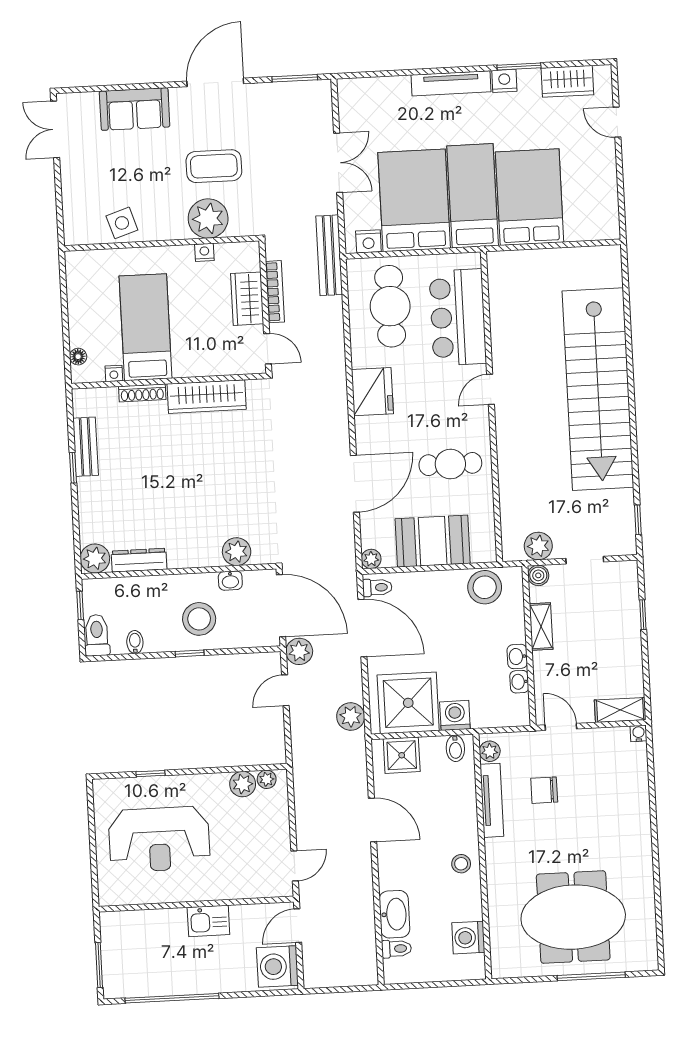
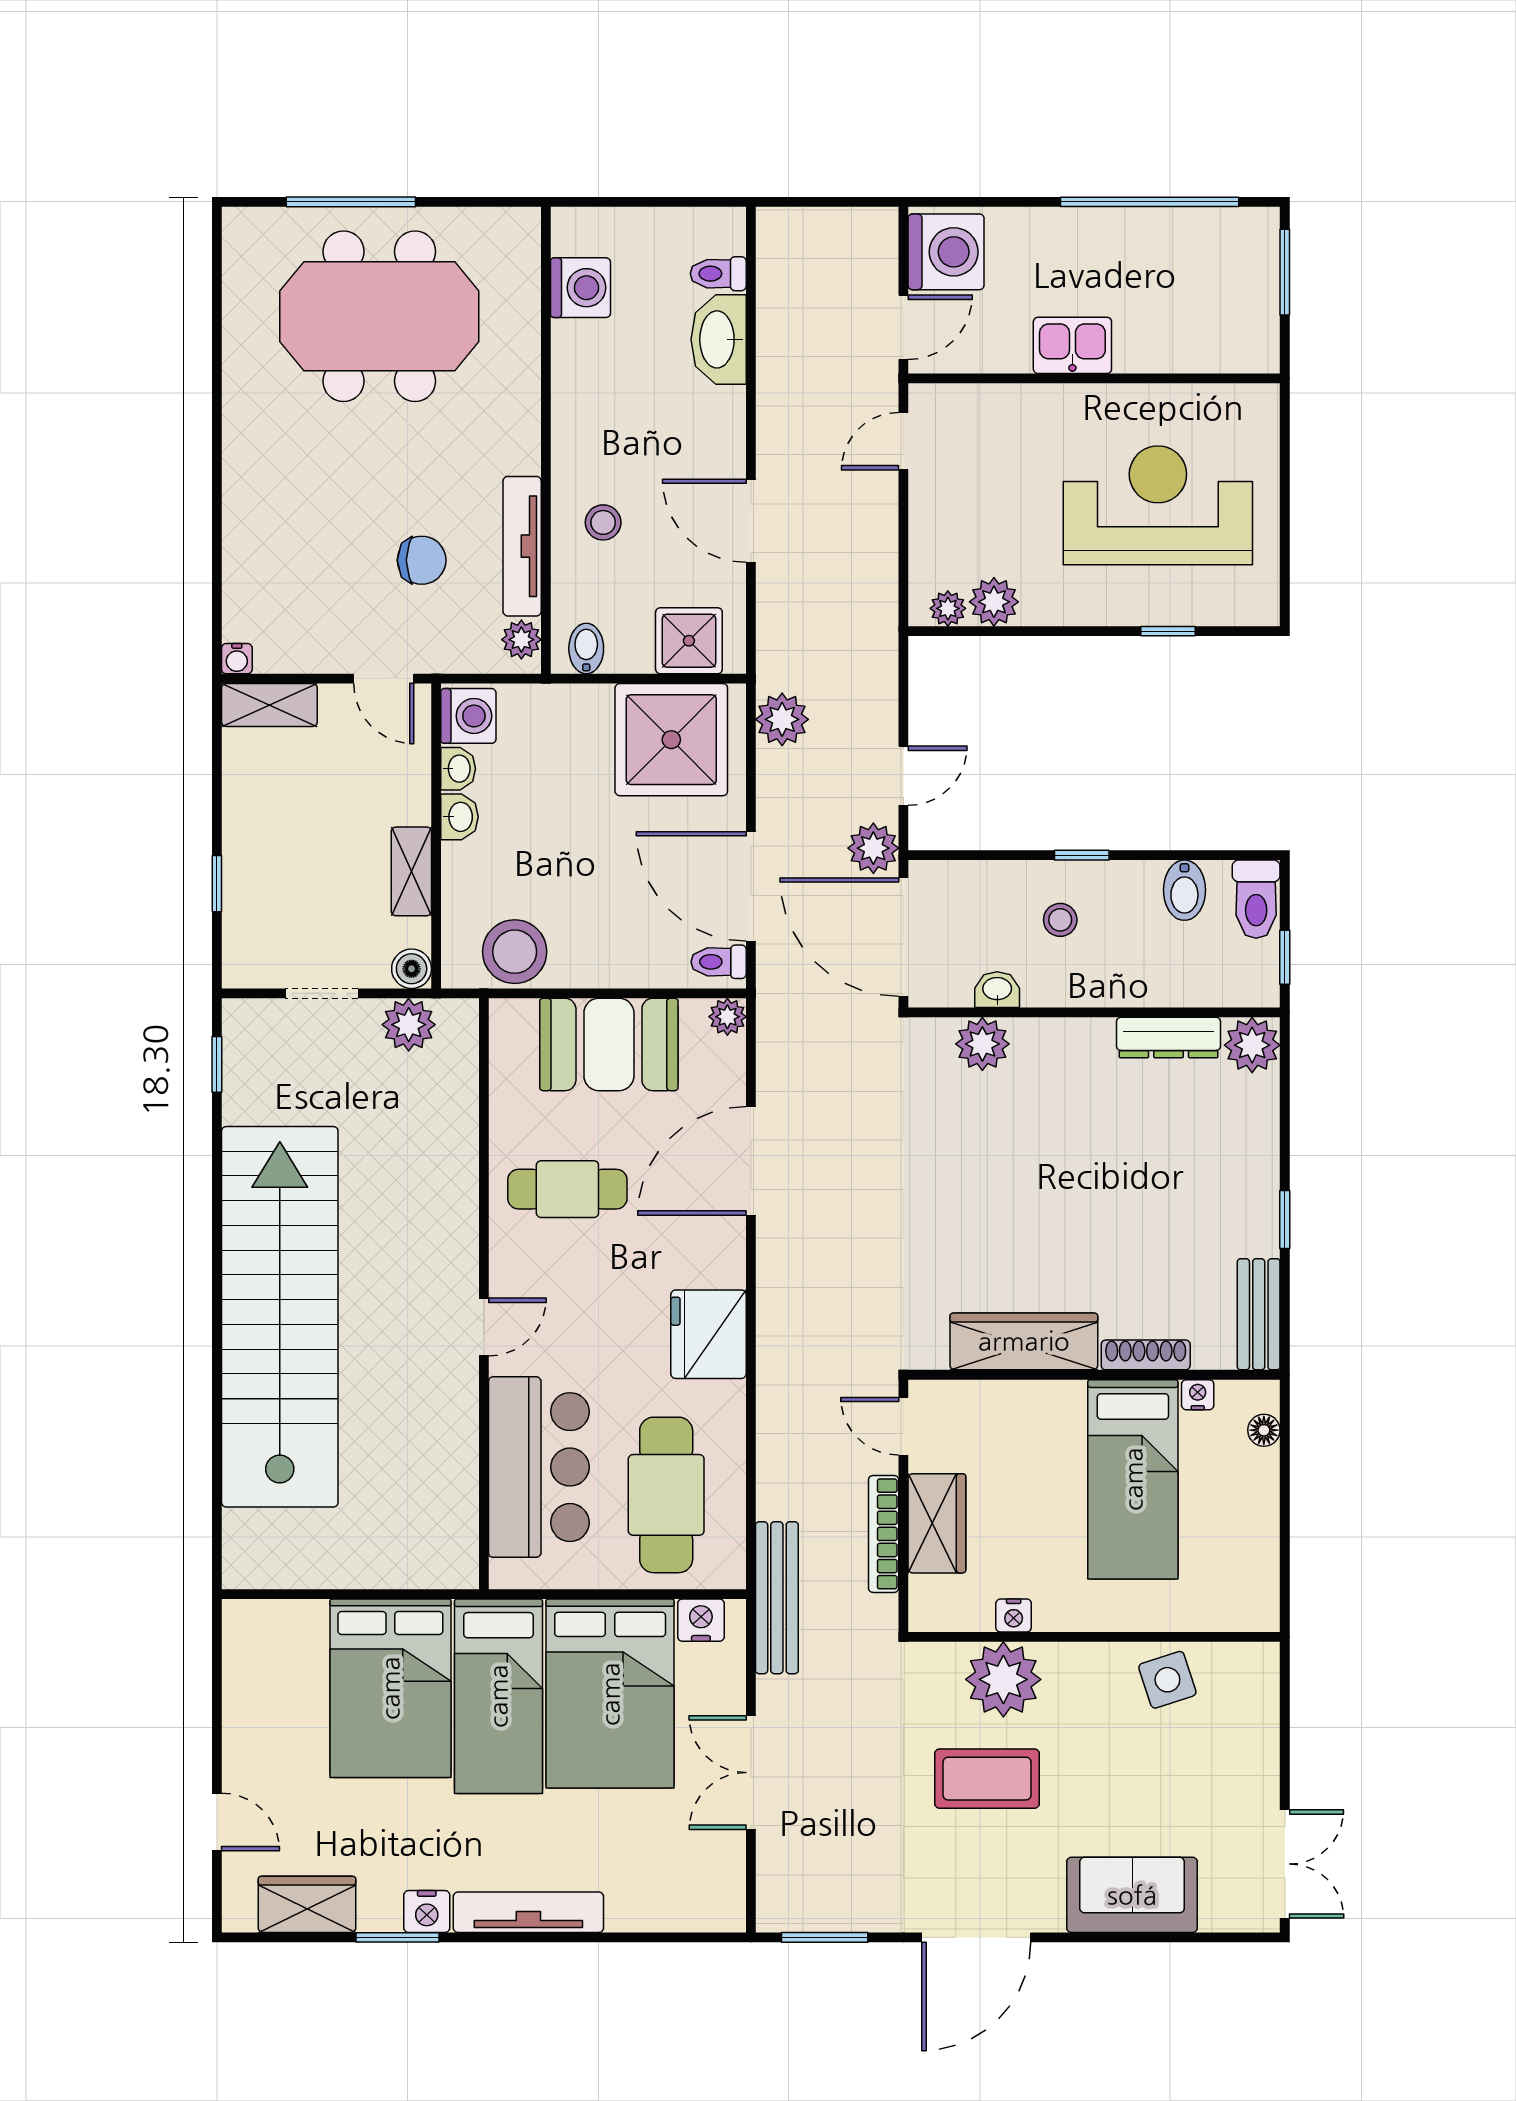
bench: (86, 447) -> (1259, 1314), moved
stool: (199, 619) -> (1060, 920), width x0.53, depth x0.53
bidet: (135, 642) -> (1184, 890), width x1.38, depth x1.36
washing machine: (455, 715) -> (468, 716), moved, turned -90
stool: (461, 864) -> (603, 522), moved

